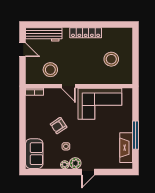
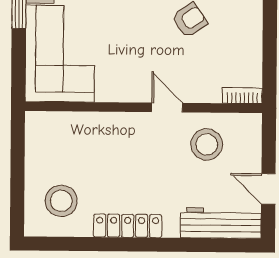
stool: (111, 59) -> (61, 201), moved
corner sofa: (100, 104) -> (60, 54), moved, turned 90

